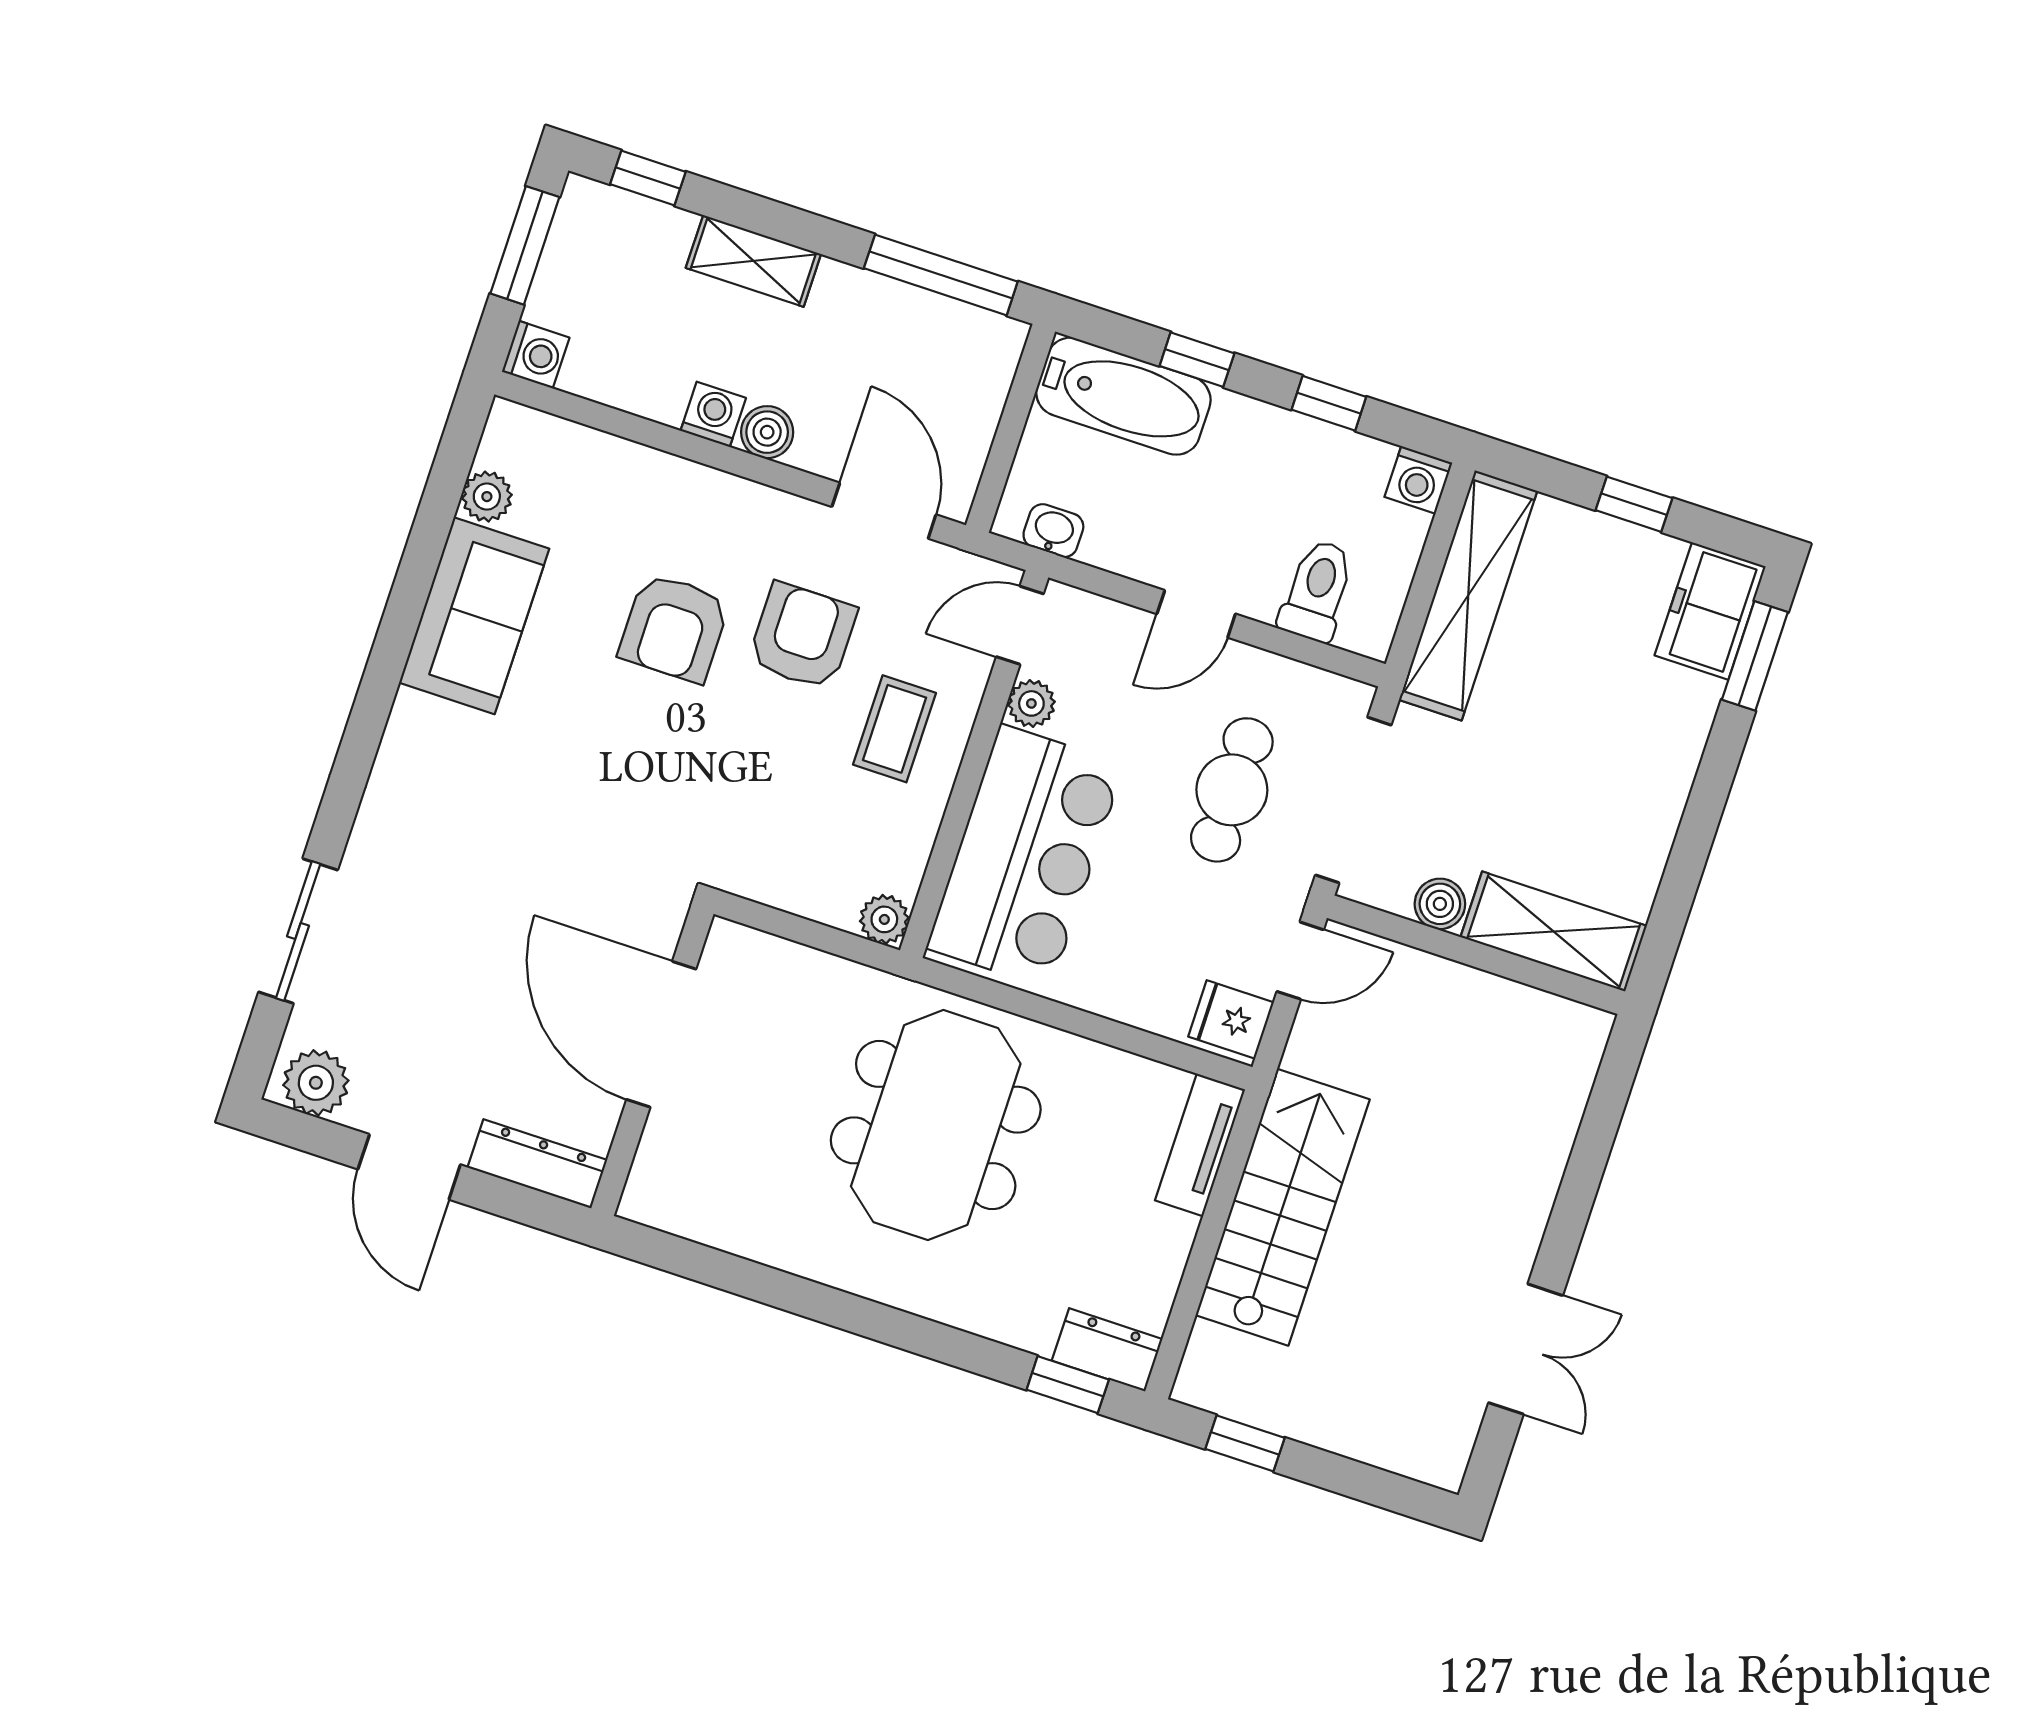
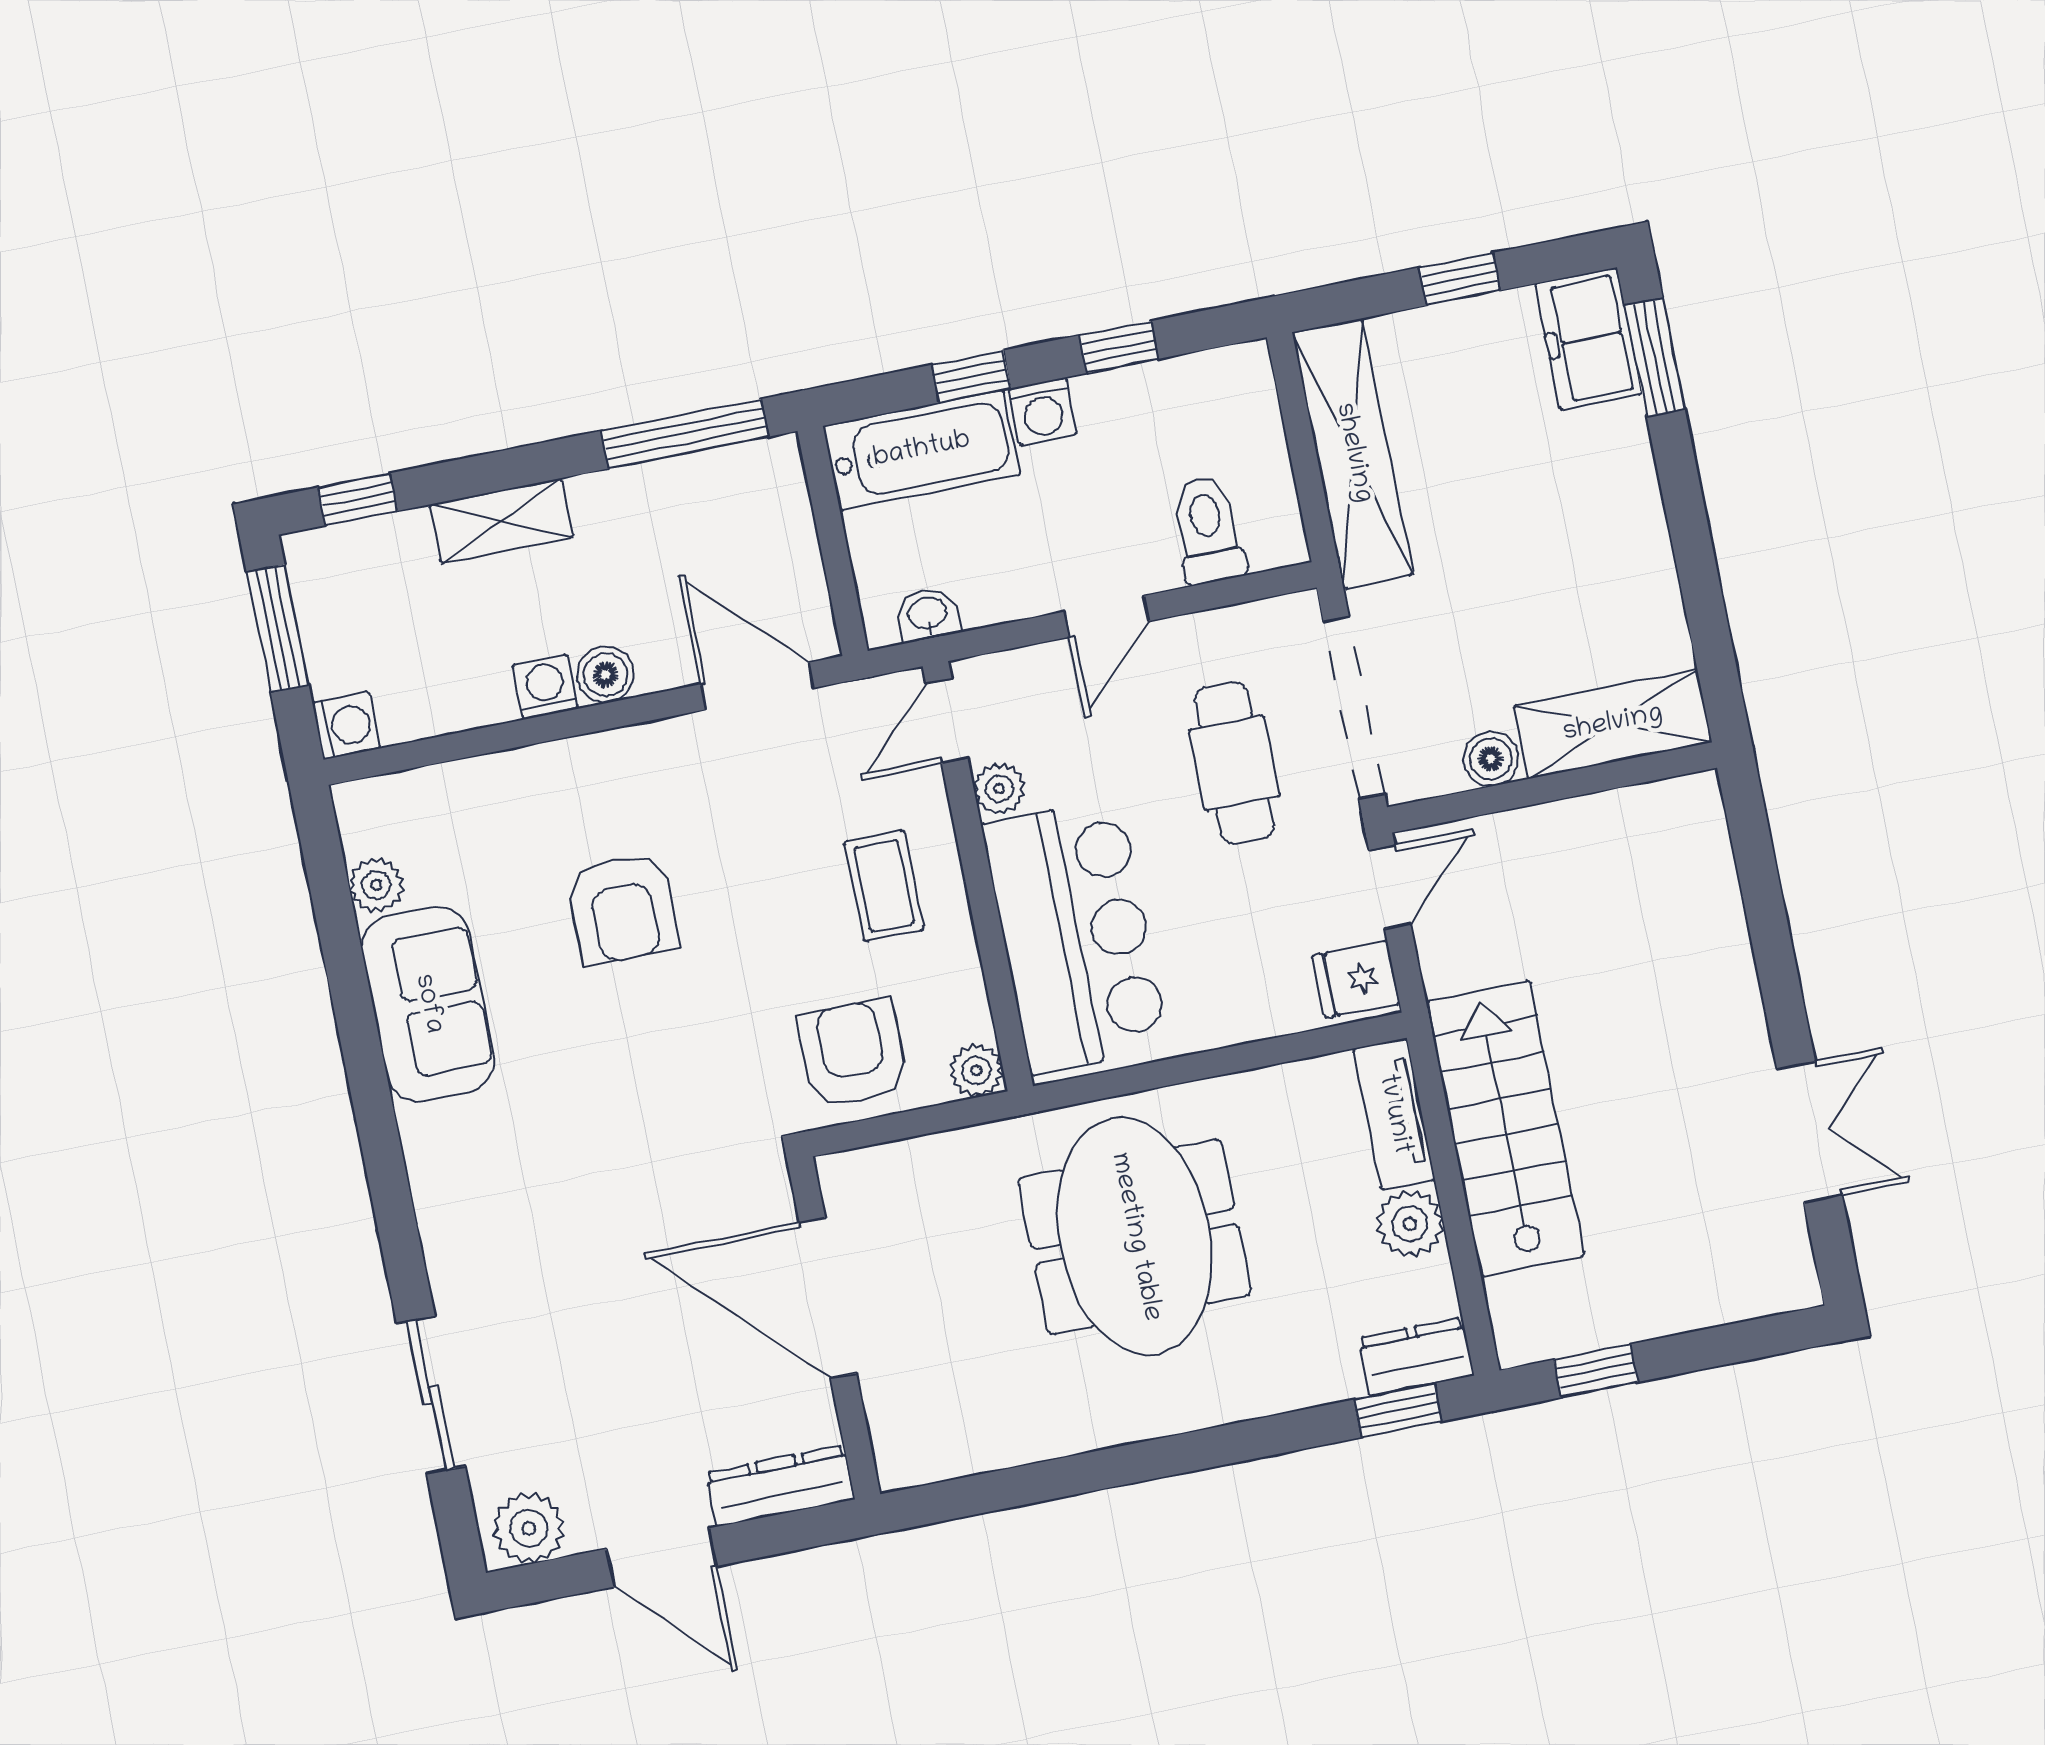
washing machine: (1418, 480) -> (1043, 412), moved
armchair: (802, 636) -> (853, 1054), moved
plant: (1163, 1240) -> (1410, 1224), added

